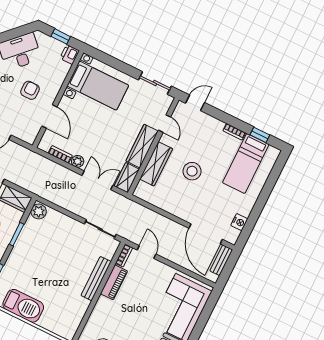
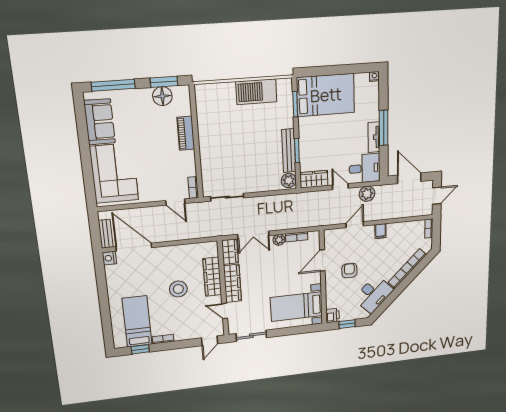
armchair: (30, 90) -> (349, 271), turned 180
door: (49, 116) -> (322, 260), hinge flipped
nightstand: (239, 222) -> (109, 258), moved
bench: (96, 279) -> (289, 151), moved
piano: (114, 282) -> (186, 133), moved

